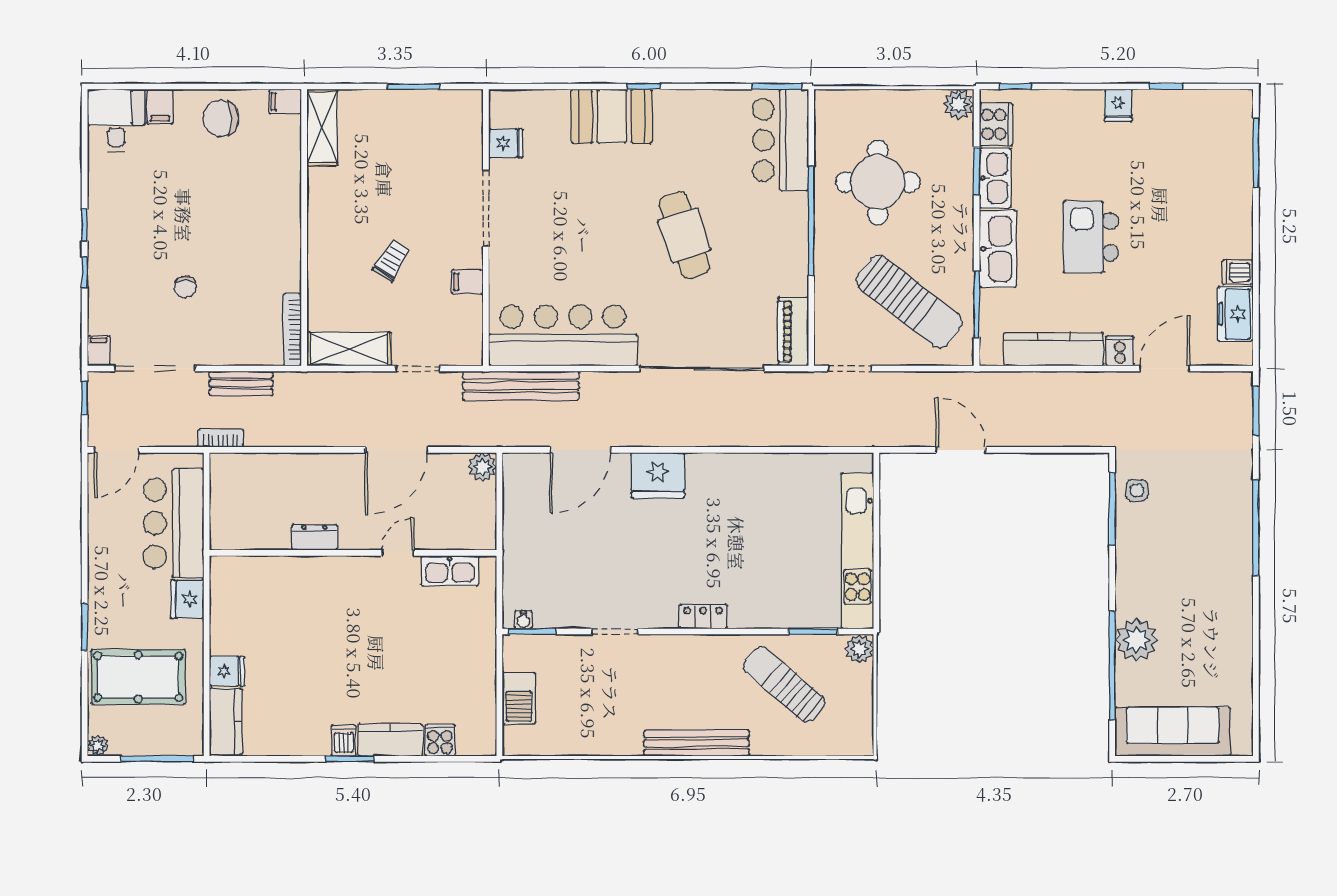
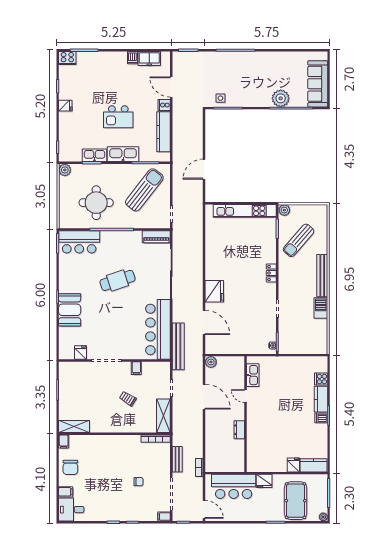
cooker: (996, 124) -> (67, 58), moved, turned 180
barbecue: (519, 698) -> (321, 308), moved, turned -90

